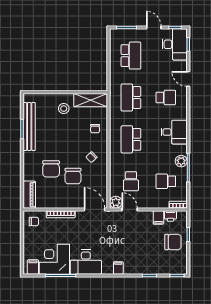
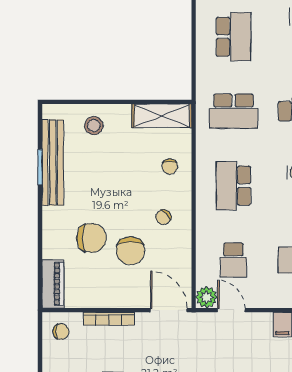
school desk: (131, 97) -> (233, 111), turned -90
stool: (64, 109) -> (94, 126), moved
chair: (51, 169) -> (91, 238), turned -90

